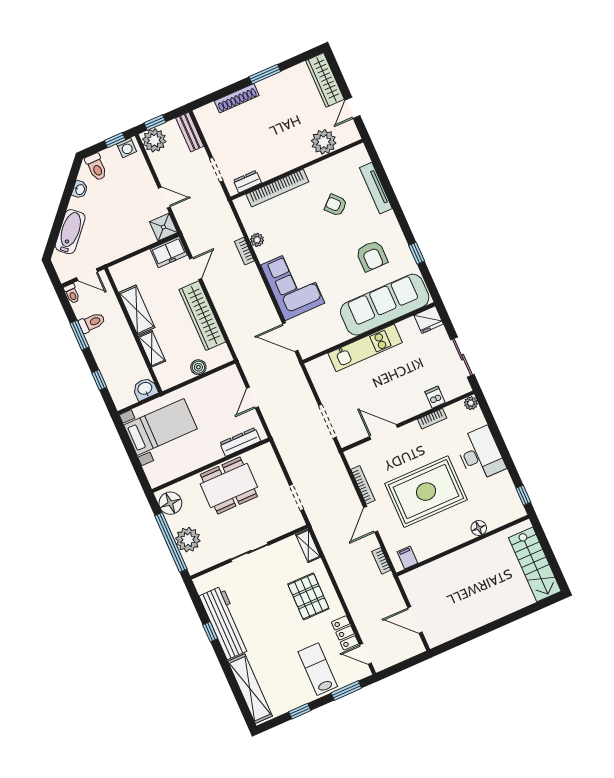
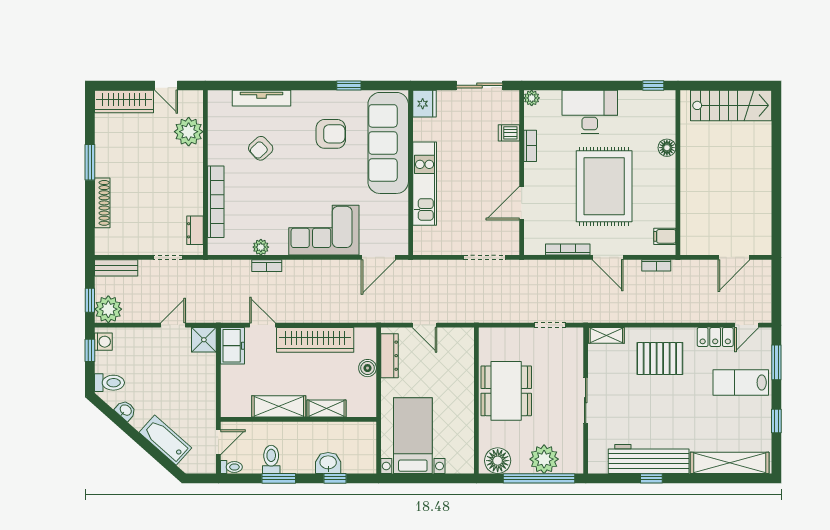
washbasin: (145, 389) -> (328, 463), moved, turned 90
dresser: (240, 442) -> (389, 356), moved, turned 180

